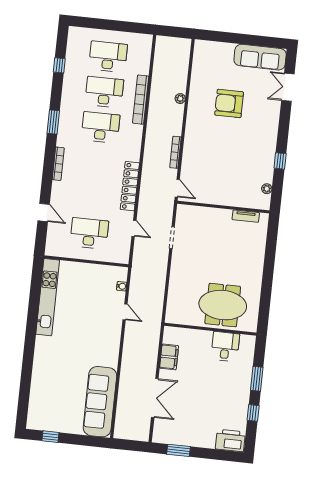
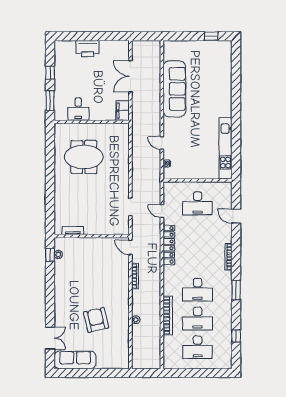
armchair: (229, 103) -> (96, 320), turned -103
window: (280, 161) -> (50, 255), moved
wall: (210, 329) -> (92, 122), moved
desk: (225, 346) -> (78, 109), moved
sofa: (100, 402) -> (174, 89), moved
printer: (230, 441) -> (88, 49), moved
window: (178, 450) -> (107, 36), removed

